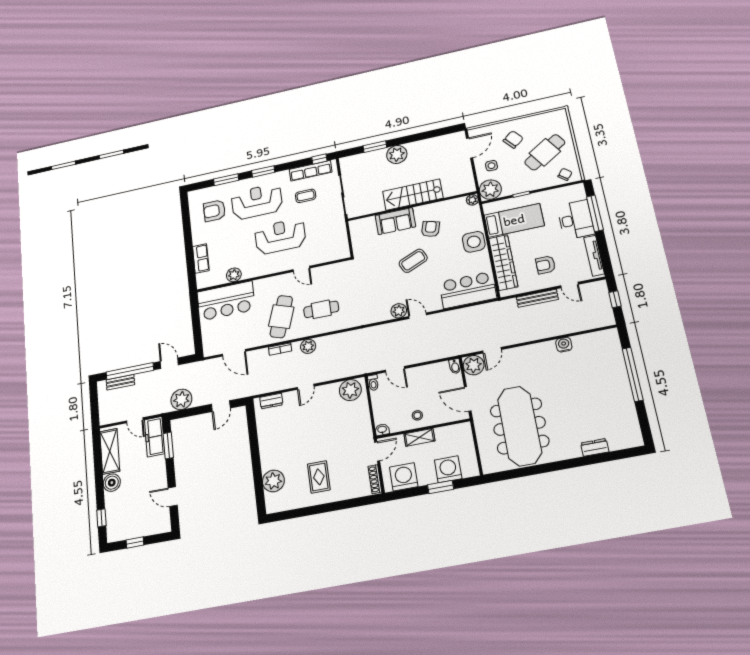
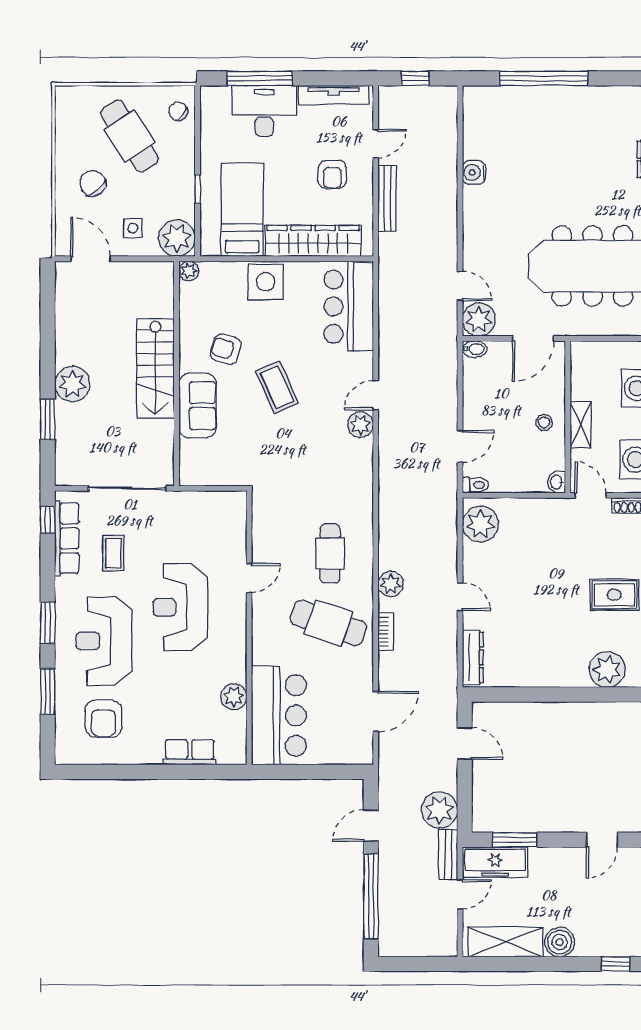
bench: (120, 382) -> (448, 855), moved
dresser: (271, 401) -> (473, 657), width x1.44

